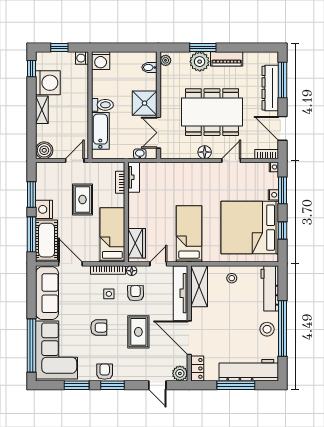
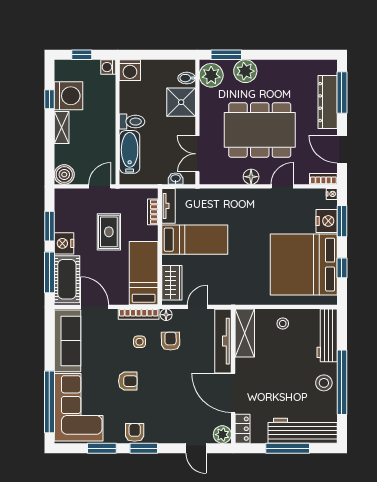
window: (203, 48) -> (226, 55), moved
piano: (227, 59) -> (277, 68), removed
plant: (166, 60) -> (211, 75), width x1.87, depth x1.87
window: (32, 69) -> (49, 99), moved
shower: (145, 103) -> (181, 102), moved
nightstand: (273, 195) -> (327, 221), width x1.89, depth x1.79
bed: (189, 234) -> (195, 240), moved, turned 90
rug: (138, 332) -> (174, 386), removed

